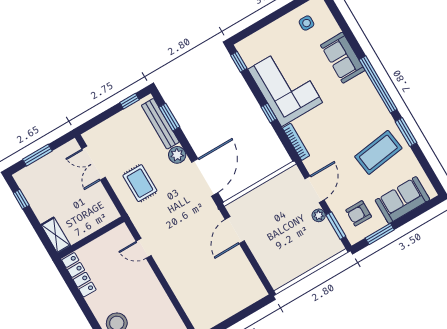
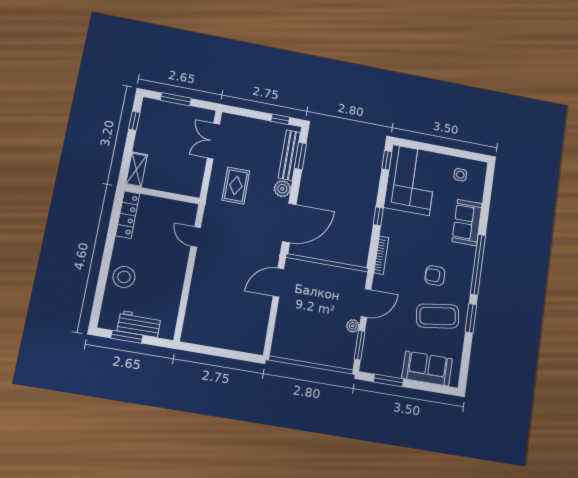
corner sofa: (285, 86) -> (411, 180), moved
armchair: (359, 213) -> (435, 276), moved

